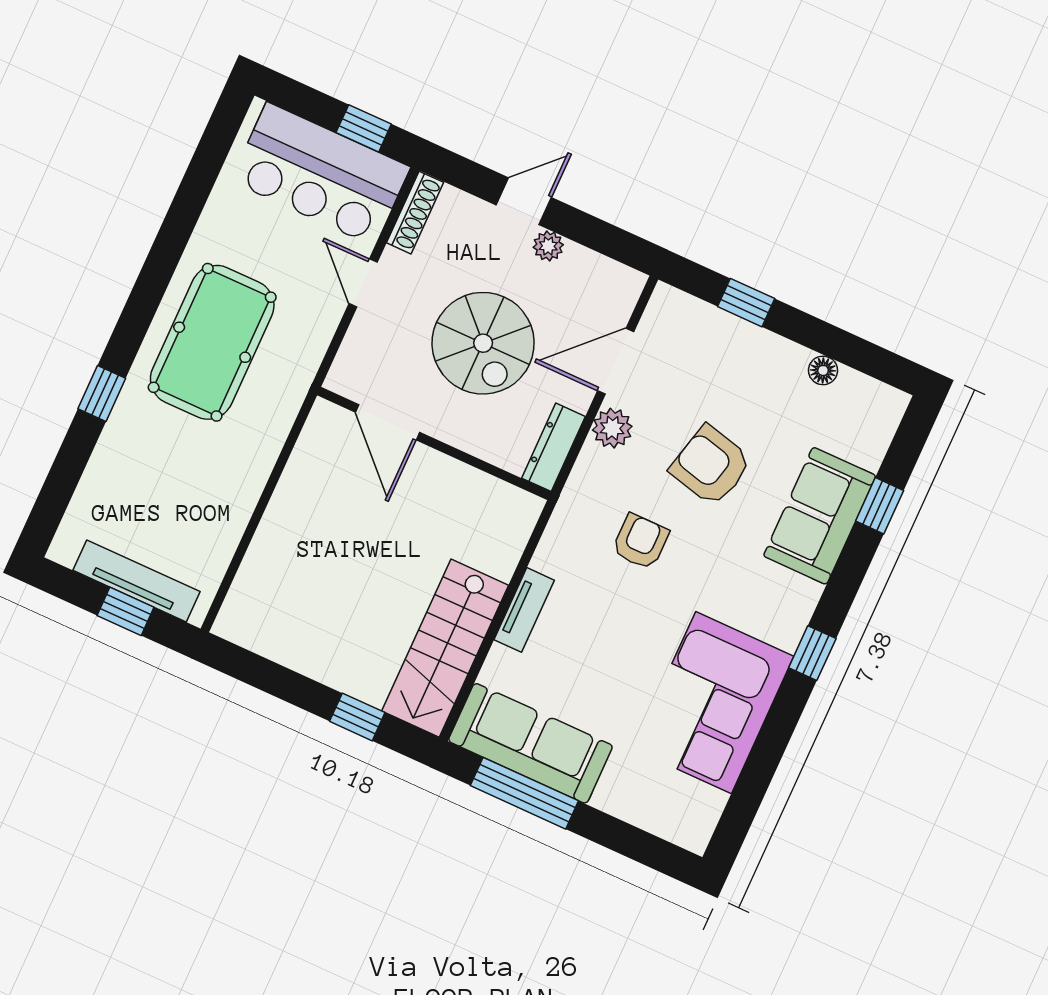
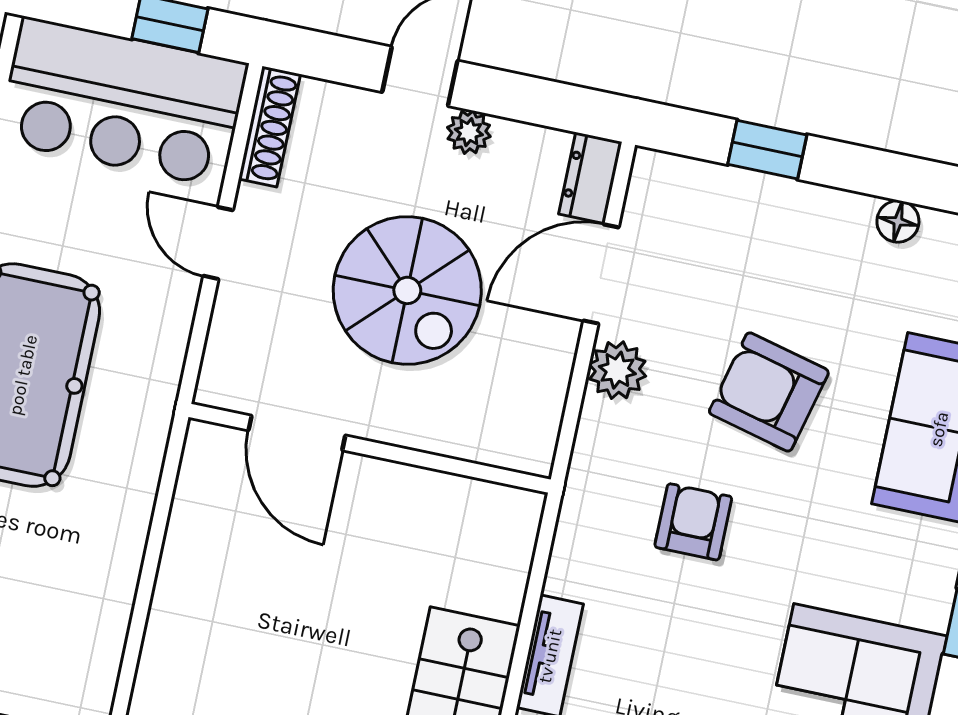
dresser: (554, 447) -> (590, 178), moved, width x0.70

